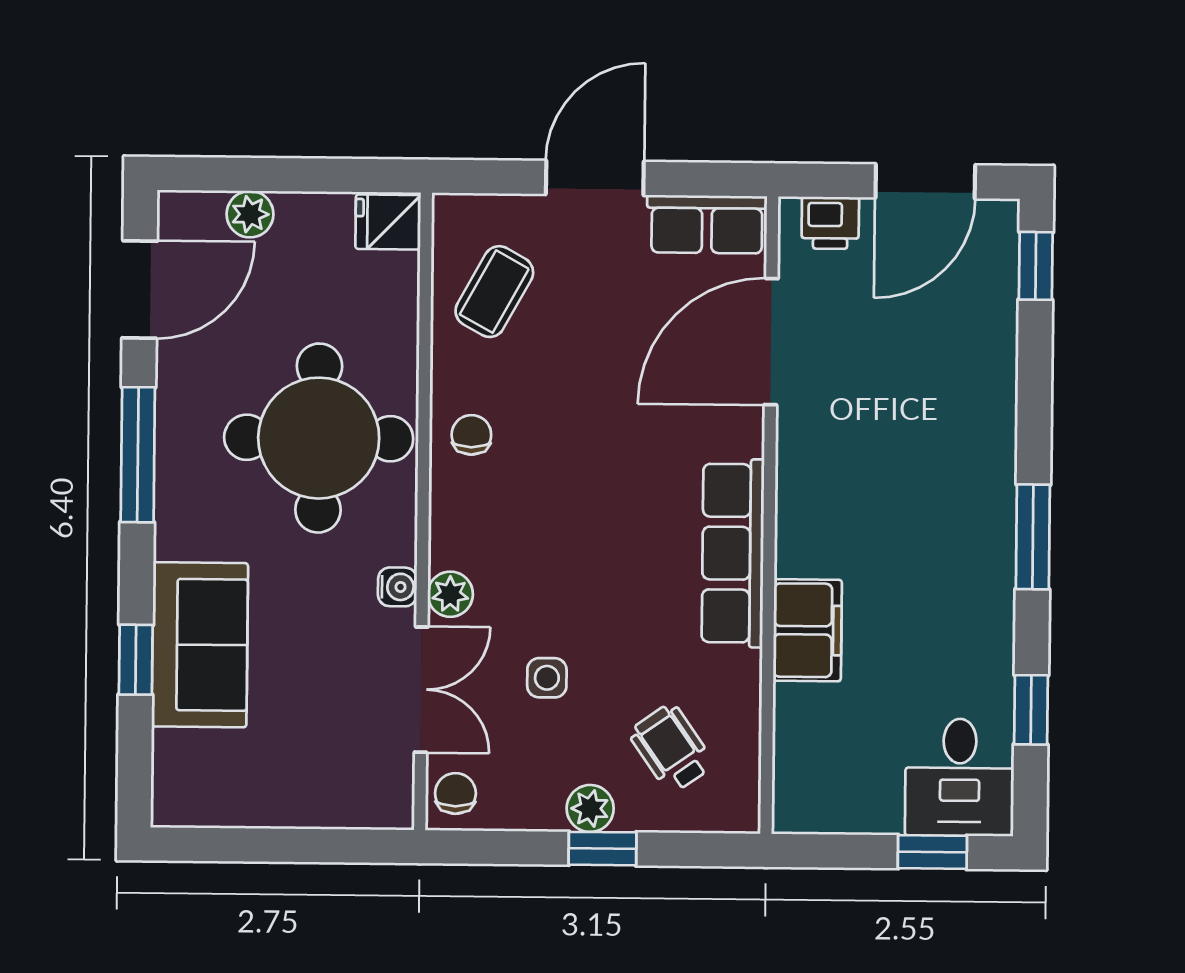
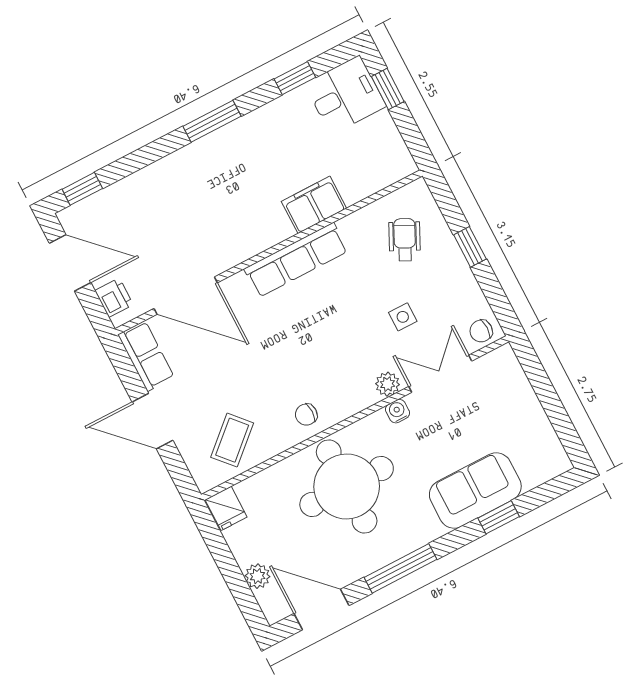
coffee table: (494, 292) -> (232, 440), turned -71
wheelchair: (671, 748) -> (405, 240), turned 151
plant: (590, 808) -> (454, 263), removed

